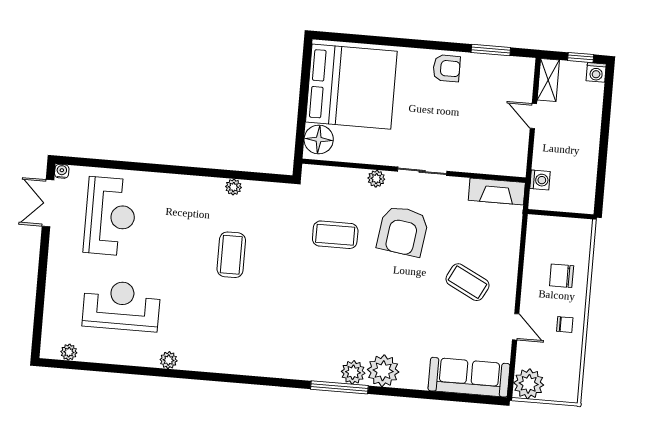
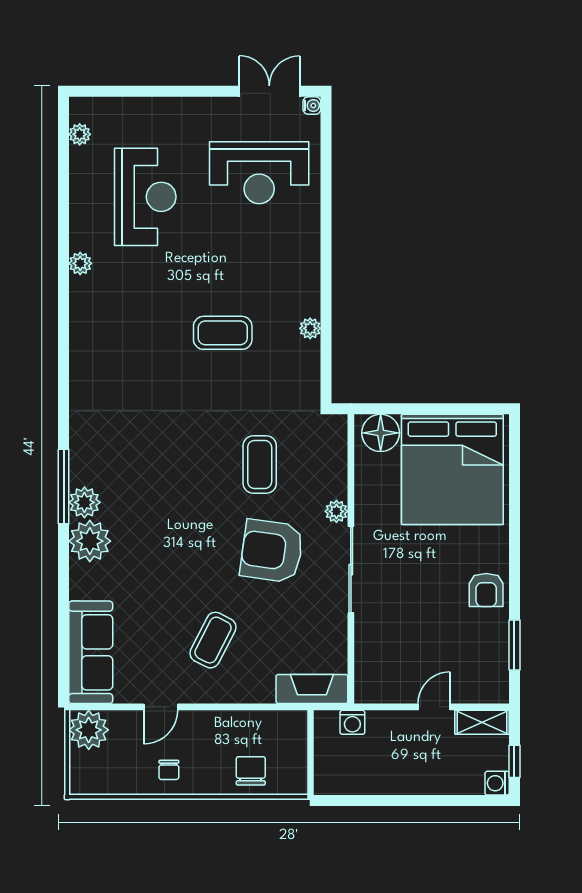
sliding door: (422, 171) -> (351, 570), width x1.37
fireplace: (497, 191) -> (312, 689), moved, turned 90
chair: (562, 276) -> (251, 771), moved

